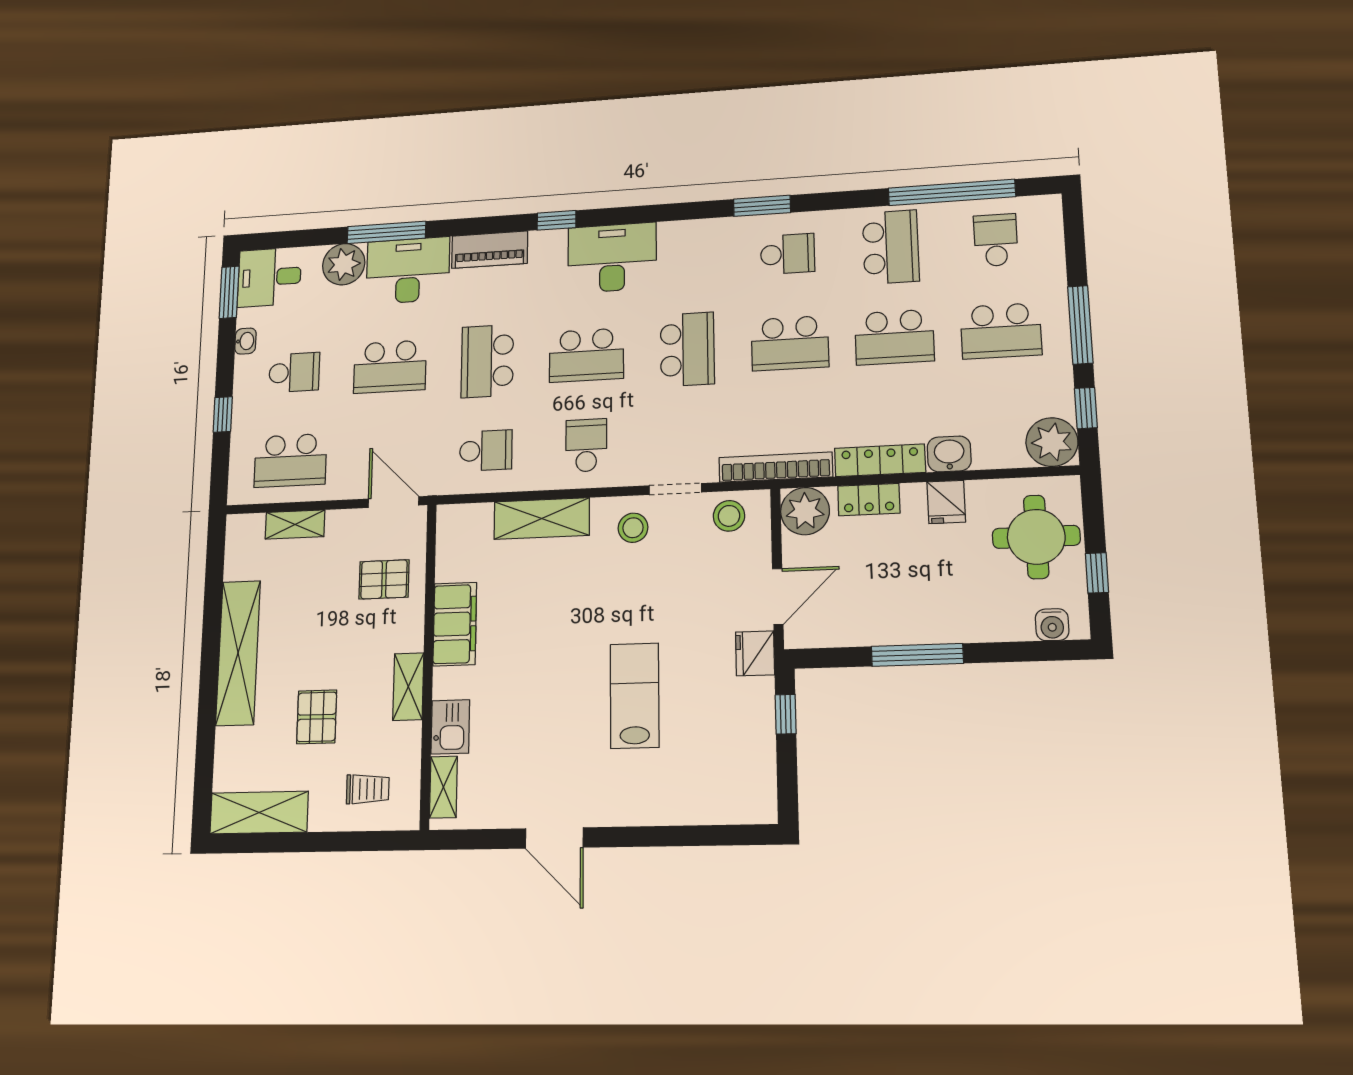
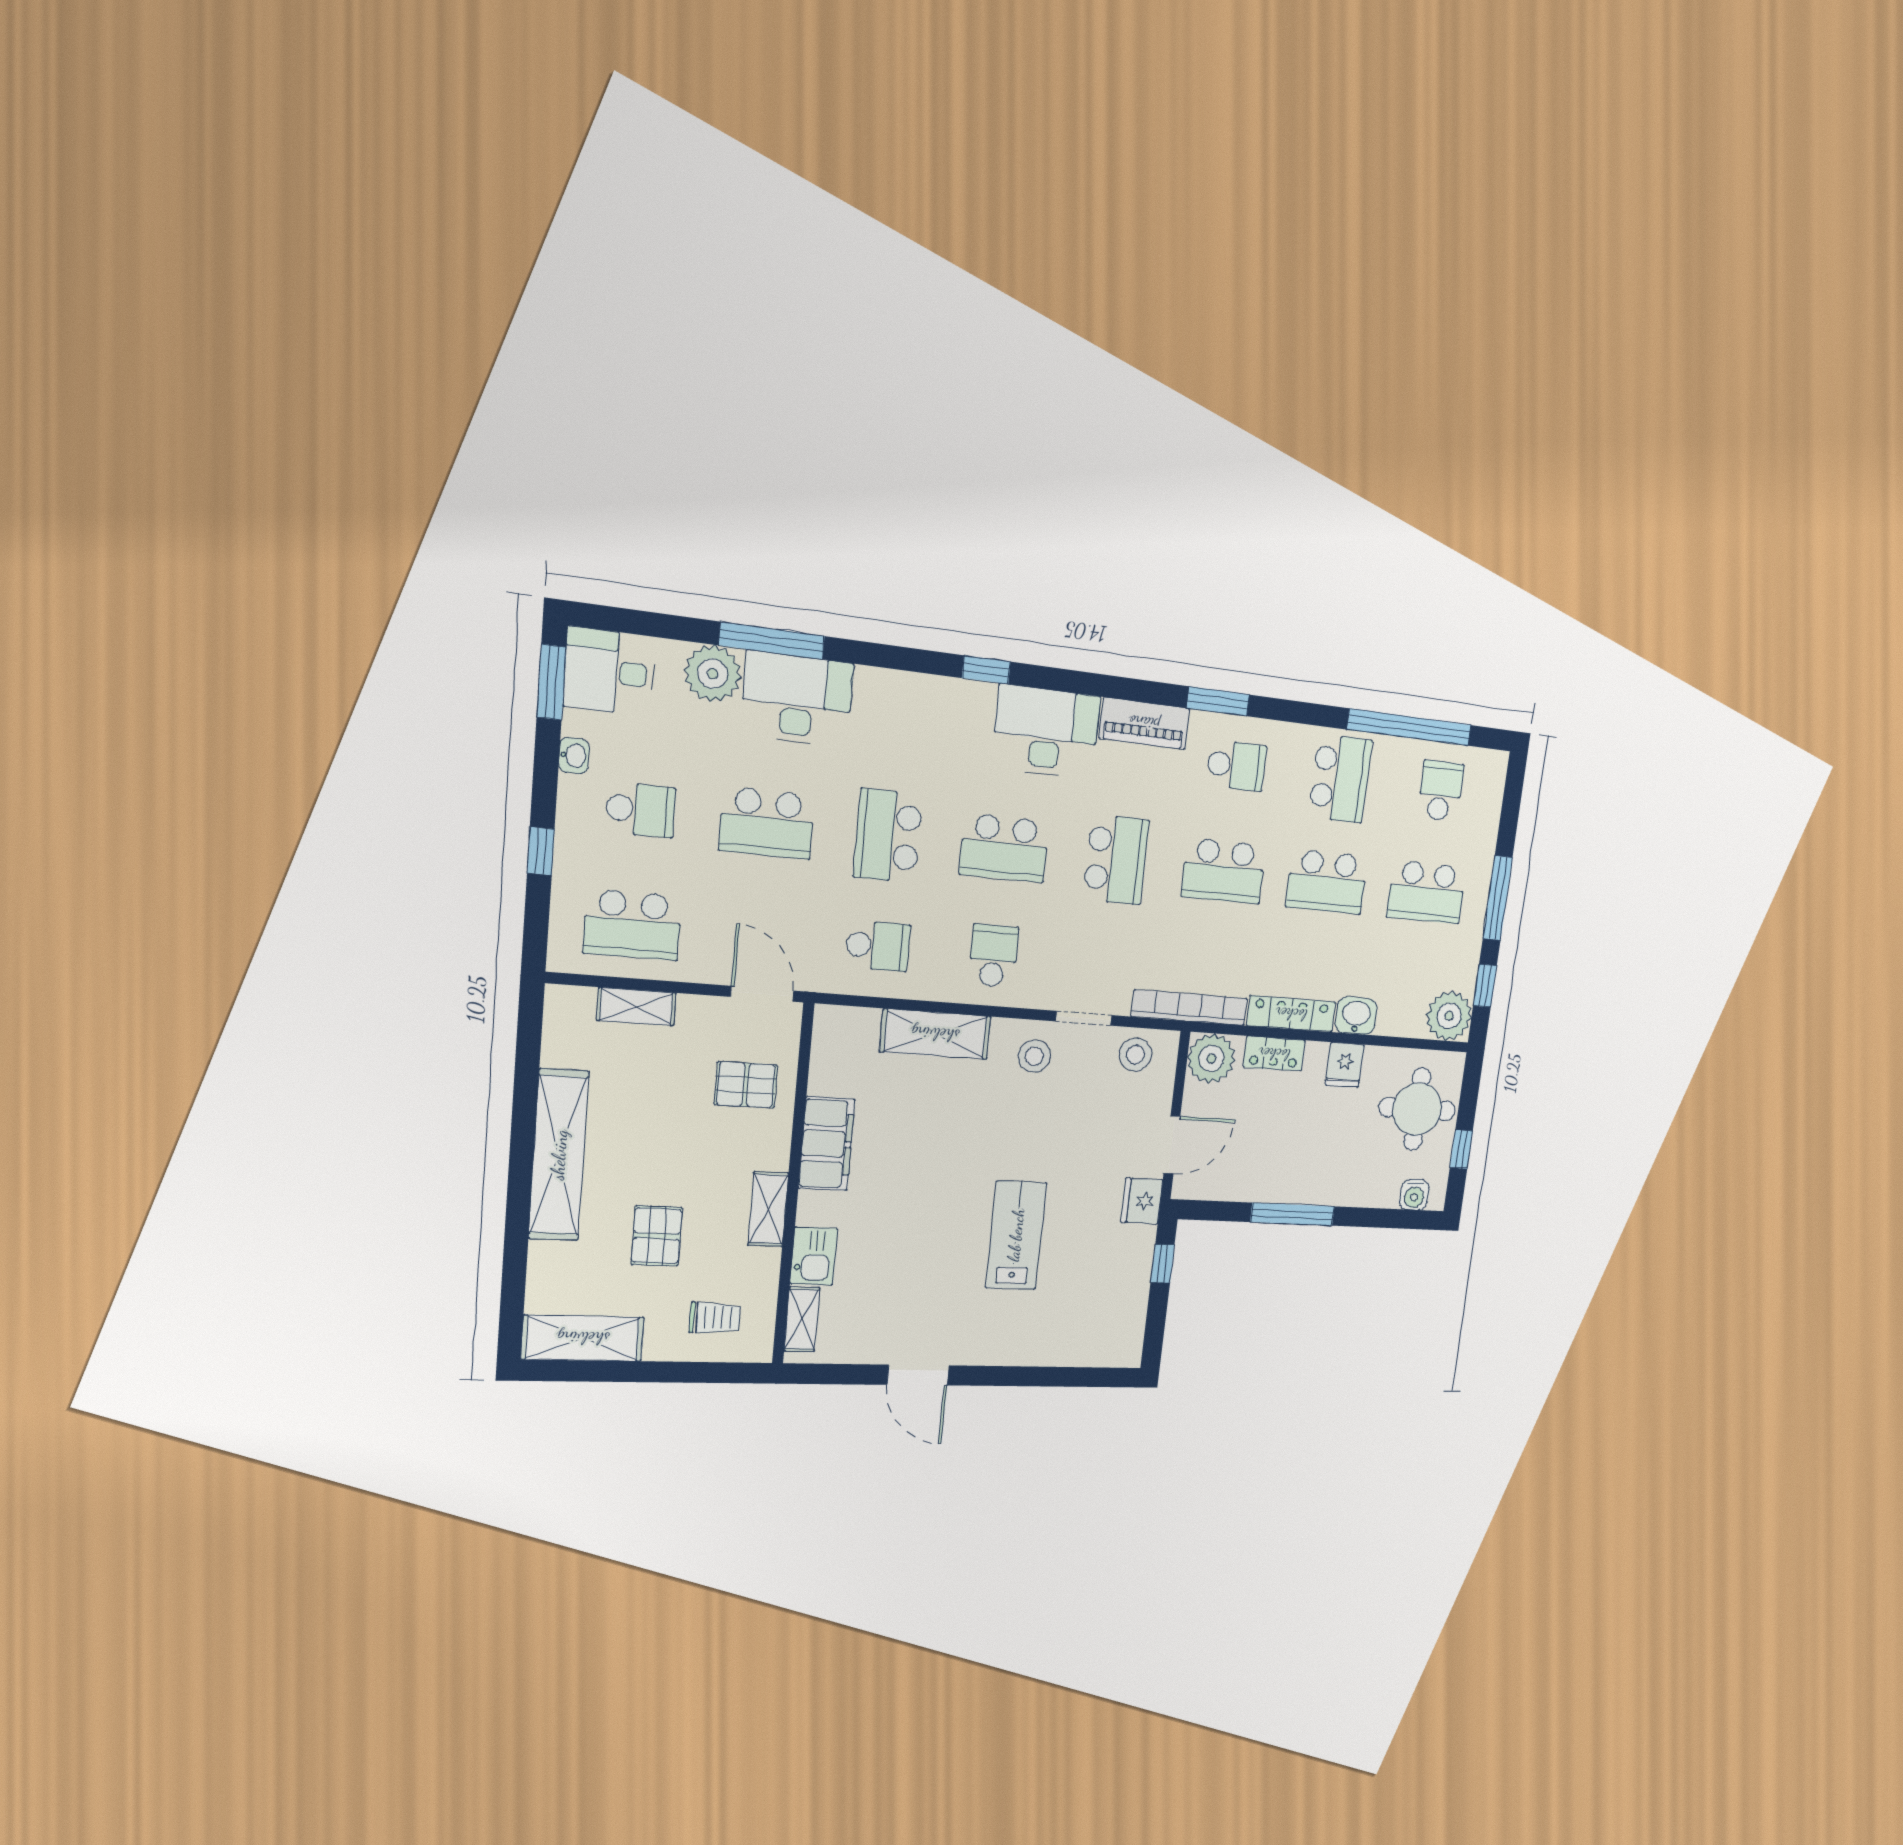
piano: (490, 250) -> (1144, 723), moved

